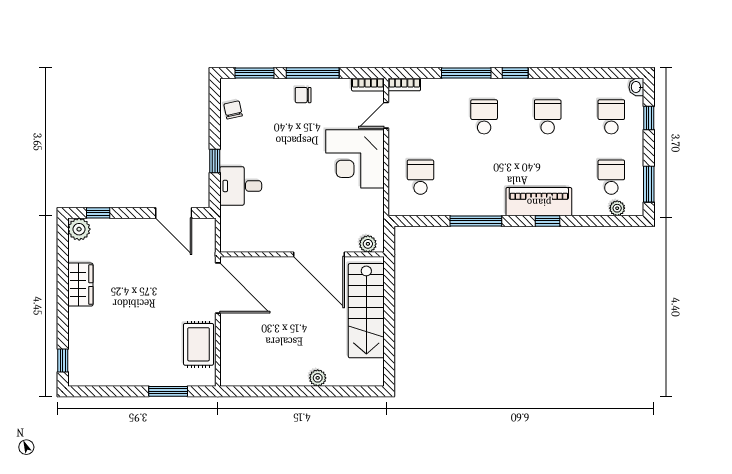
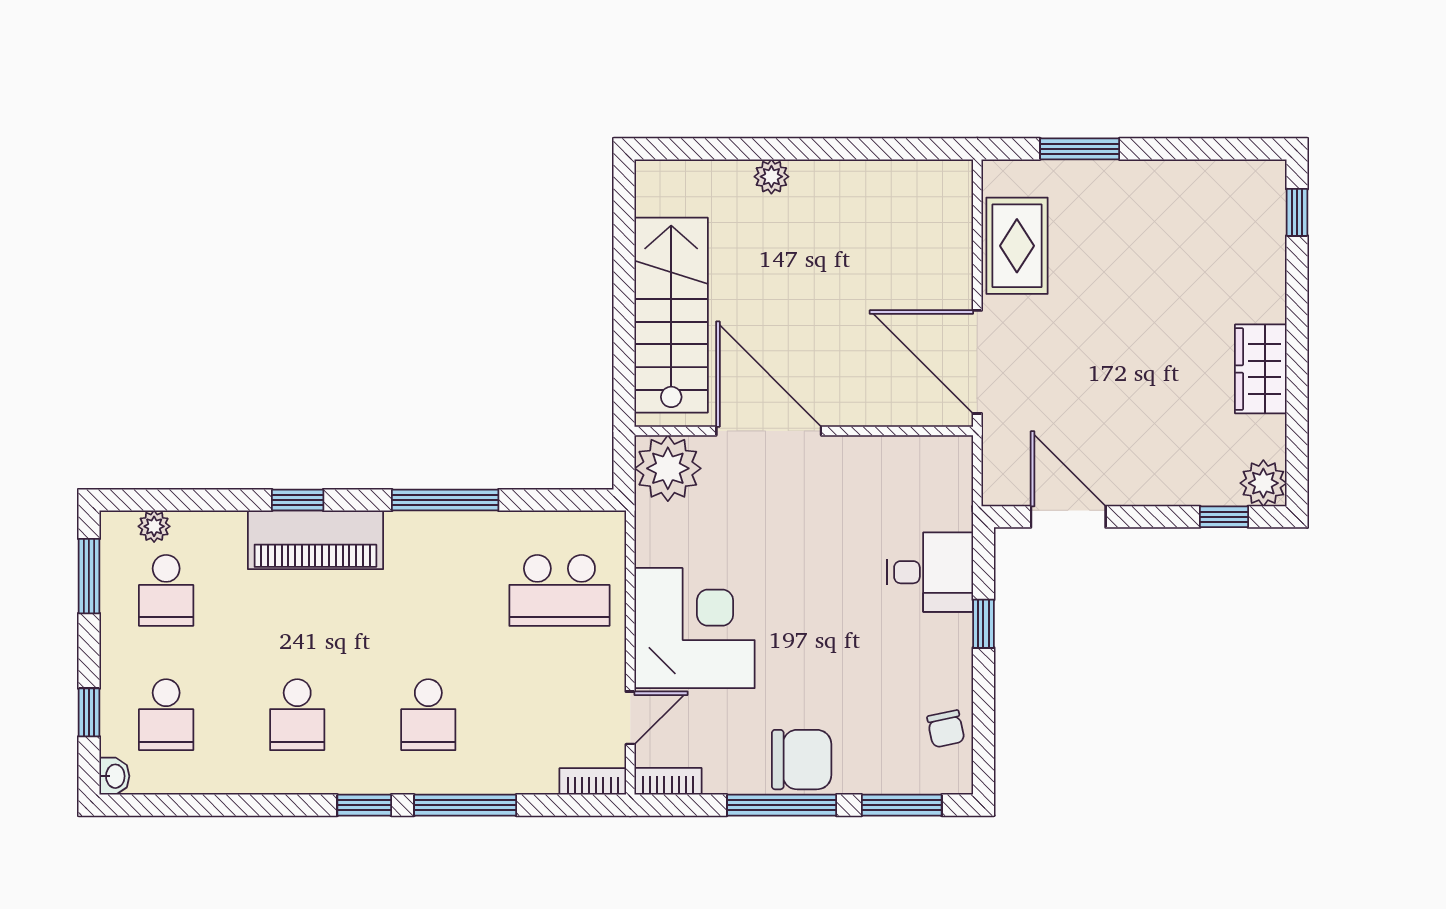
chair: (303, 95) -> (802, 760), width x1.87, depth x1.87
school desk: (420, 177) -> (559, 590), width x1.85
plant: (368, 244) -> (668, 468), width x1.88, depth x1.88

